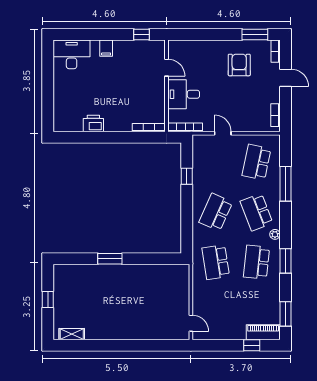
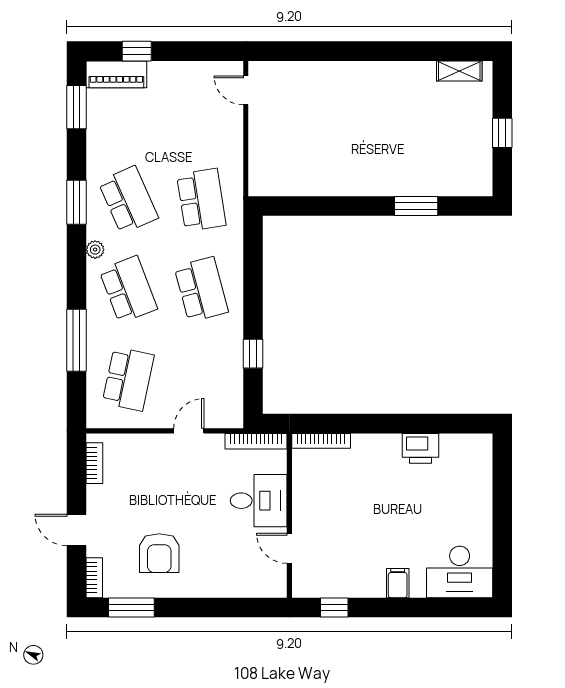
door: (223, 133) -> (189, 431), swing flipped
school desk: (216, 212) -> (201, 289), turned -39
window: (110, 259) -> (416, 206), moved
school desk: (257, 262) -> (128, 200), turned -30

